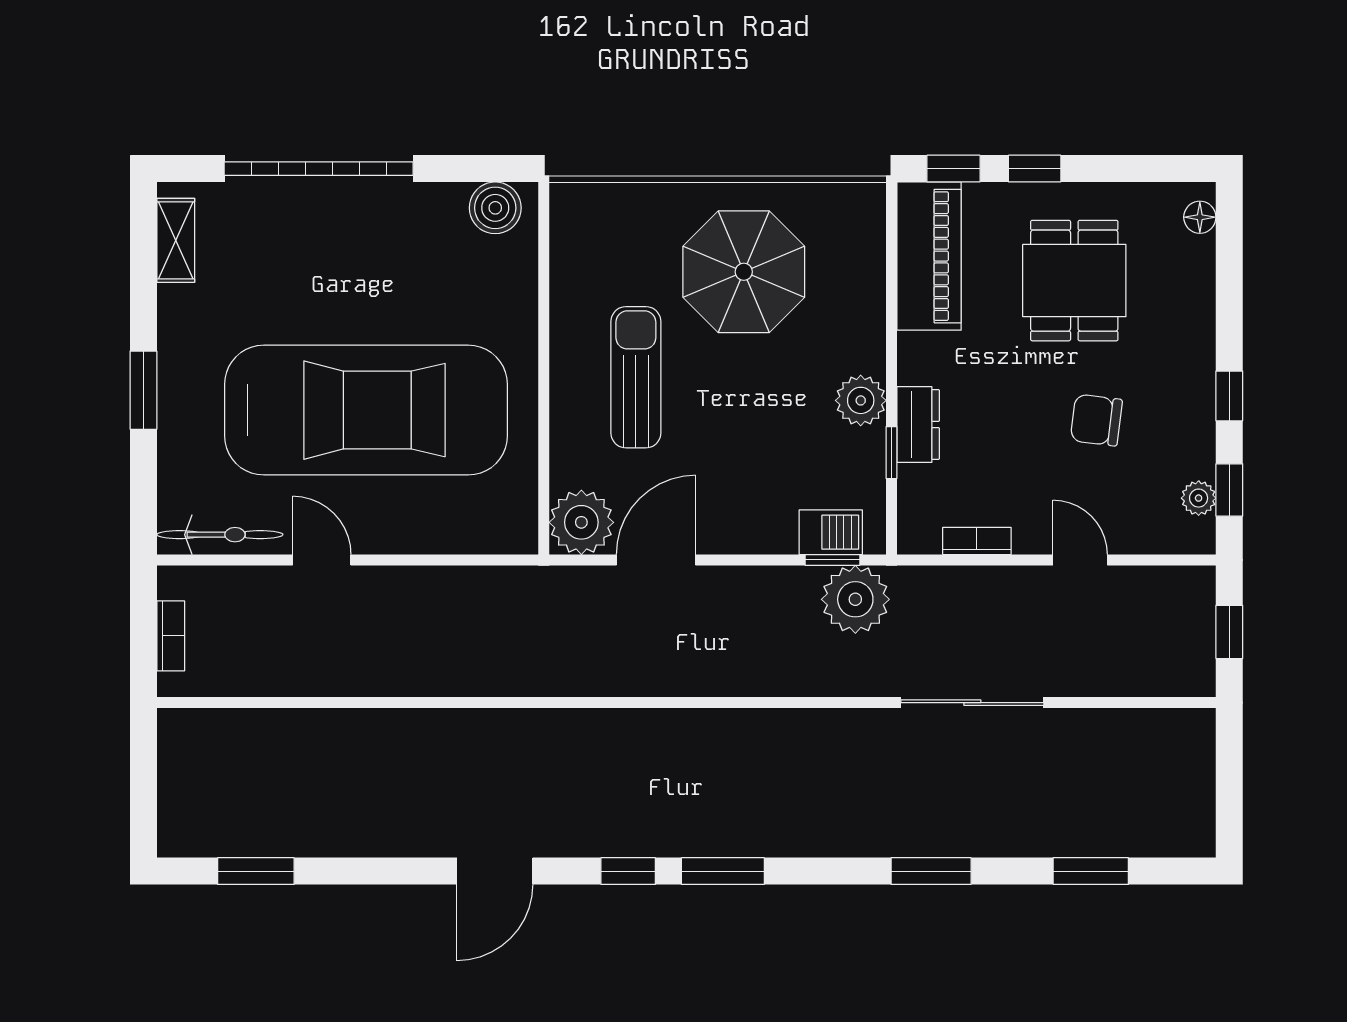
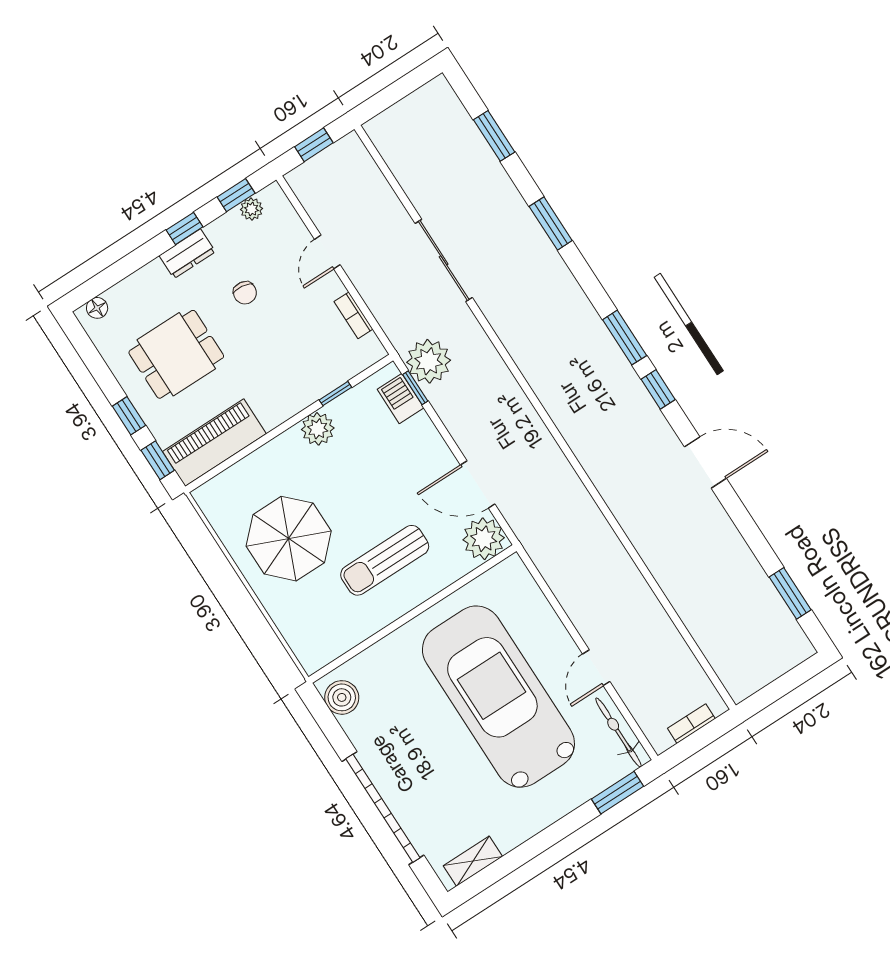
window: (143, 390) -> (618, 793), moved
chair: (1096, 420) -> (245, 293), width x0.73, depth x0.73
dresser: (918, 424) -> (187, 254), moved, turned 180

